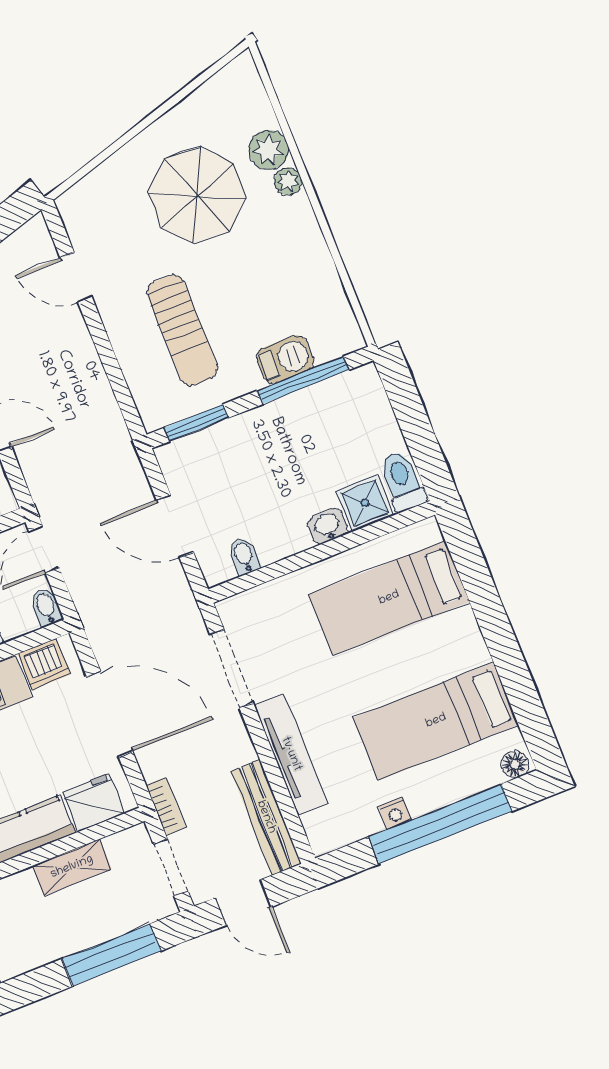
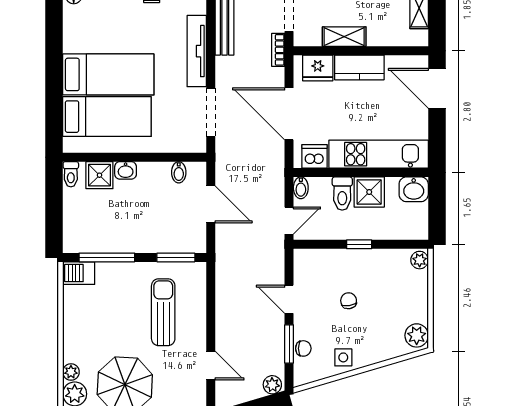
barbecue: (285, 359) -> (79, 273), moved
toilet: (402, 481) -> (71, 174), width x0.73, depth x0.72
bed: (436, 721) -> (108, 74), moved

